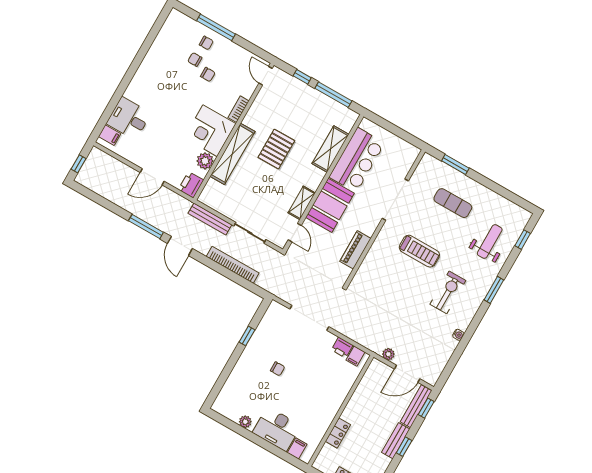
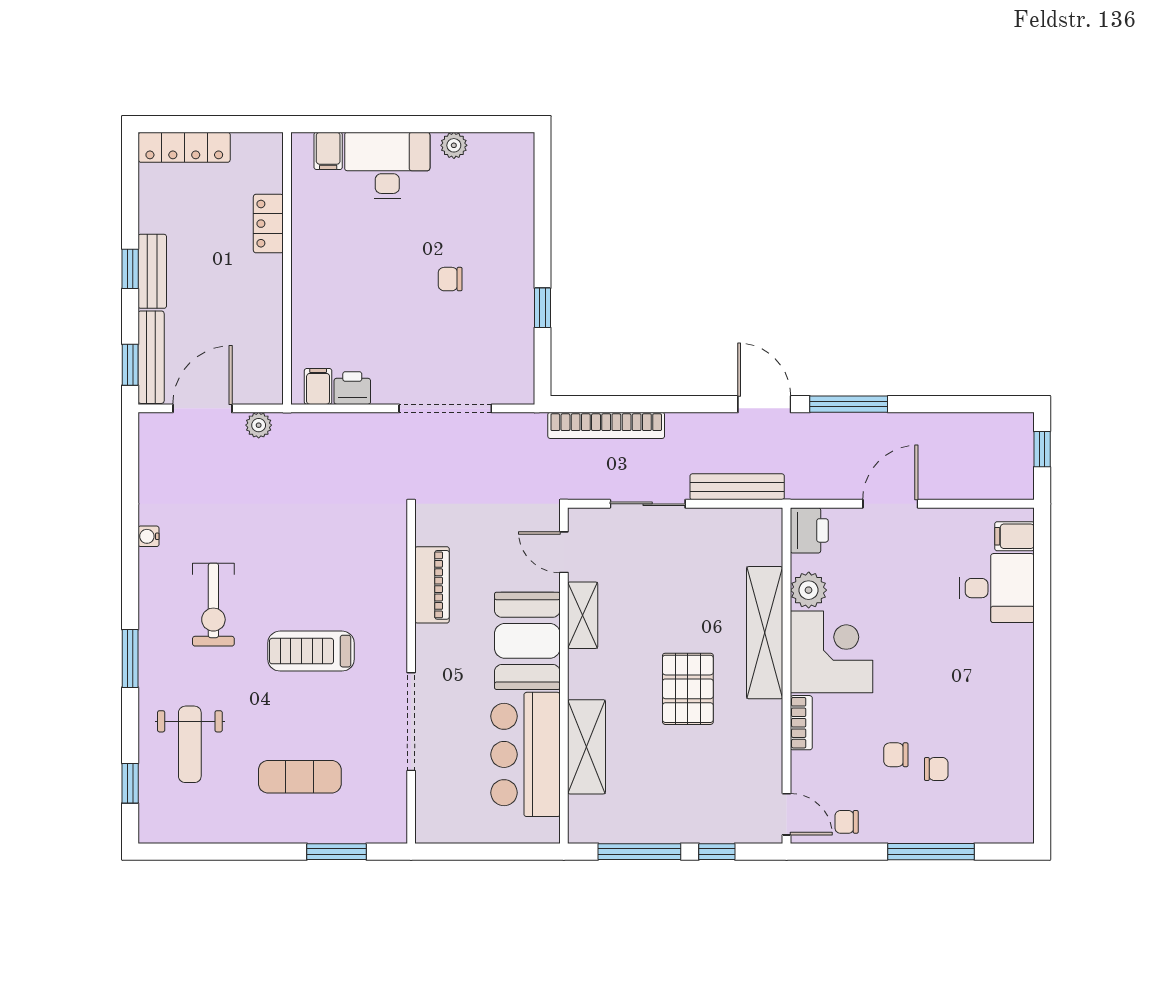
chair: (206, 43) -> (847, 822), moved
bookcase: (233, 265) -> (606, 425), moved

